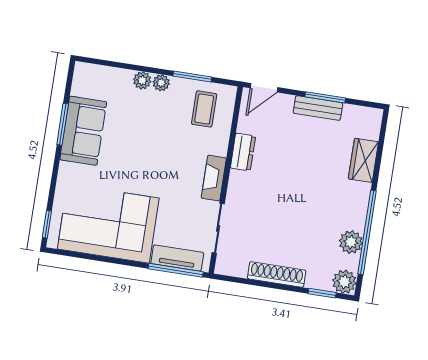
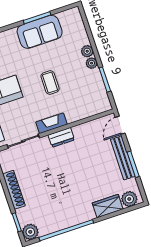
door: (264, 88) -> (120, 125), hinge flipped
bench: (318, 108) -> (123, 158), width x1.36
coffee table: (204, 109) -> (50, 82), moved, turned 90
dresser: (243, 152) -> (61, 137), moved
plant: (351, 242) -> (129, 199), moved

